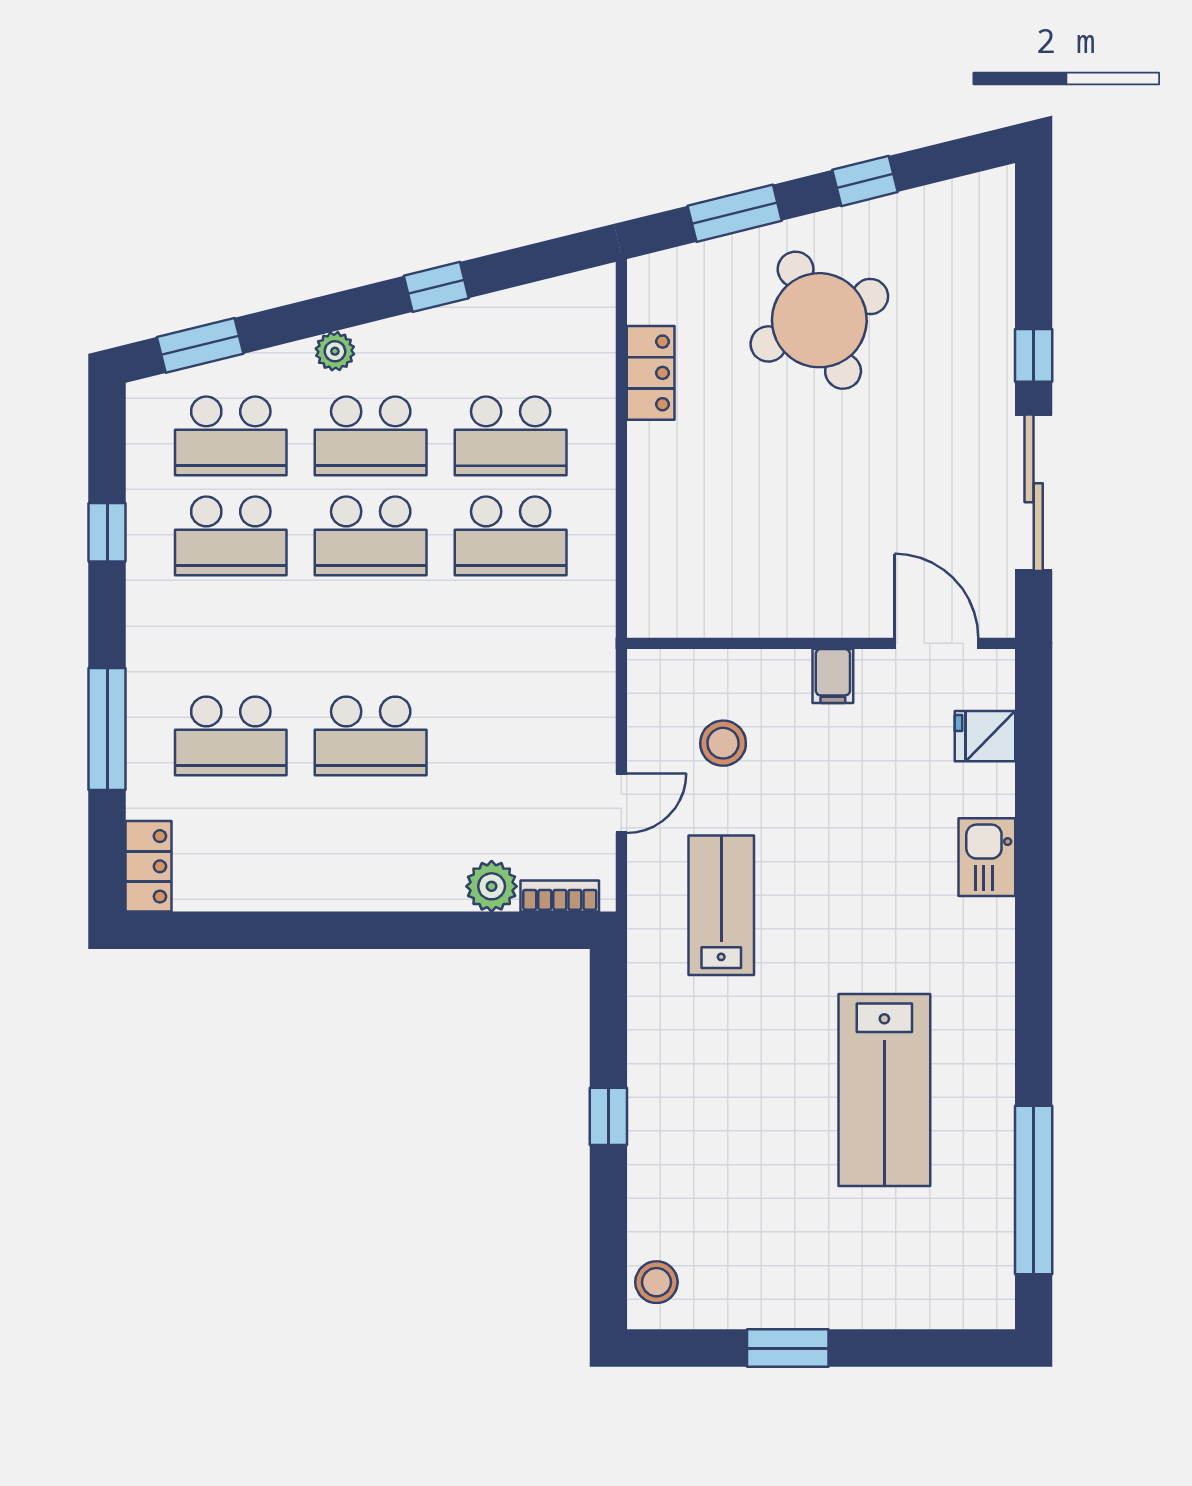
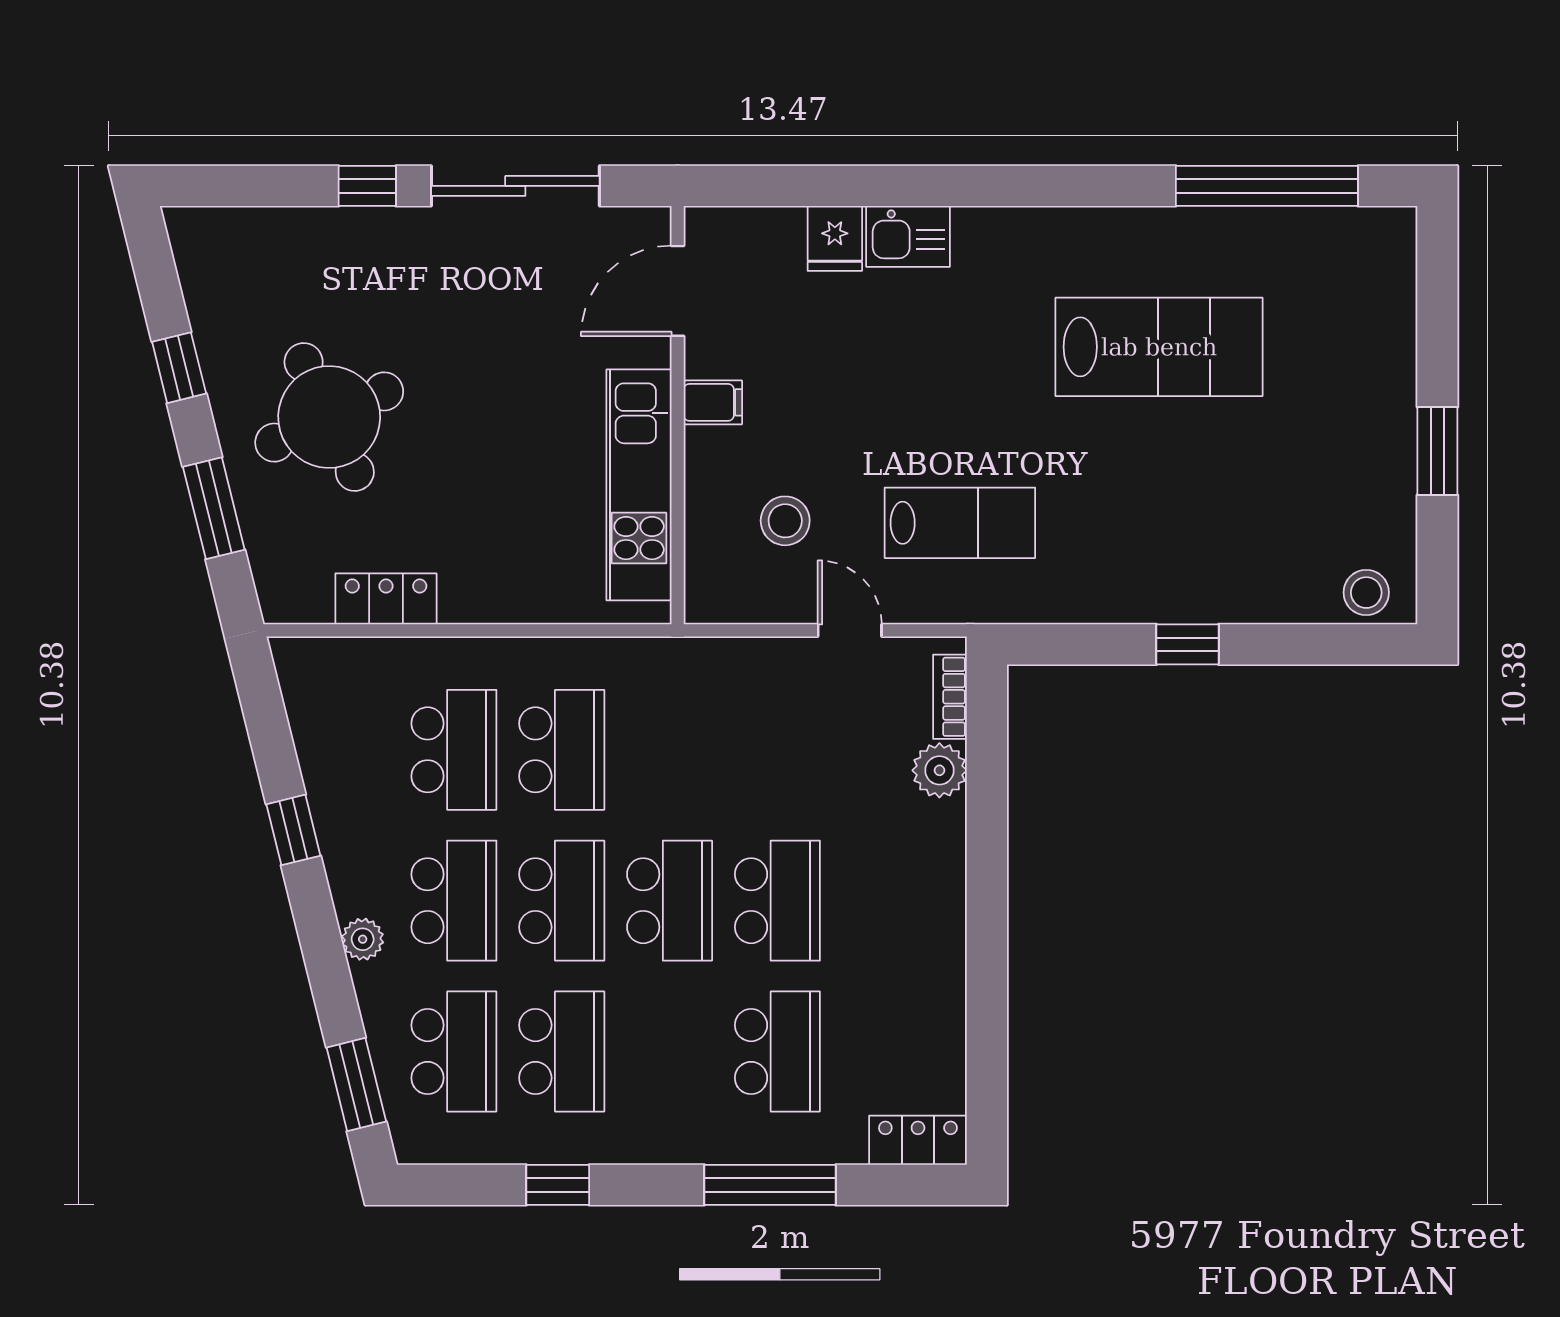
kitchen unit: (756, 608) -> (639, 485), added
school desk: (371, 636) -> (670, 901), added
fridge: (985, 736) -> (835, 238), moved
lab bench: (721, 905) -> (960, 523), turned 180

